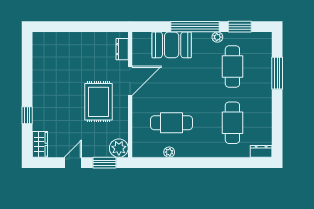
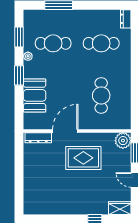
window: (195, 27) -> (19, 75), width x0.47
dresser: (122, 49) -> (38, 138), width x1.44
door: (130, 81) -> (65, 131), hinge flipped
plant: (169, 152) -> (126, 97), removed

